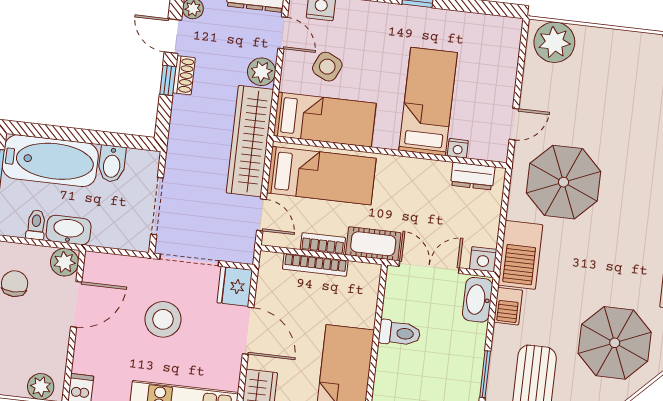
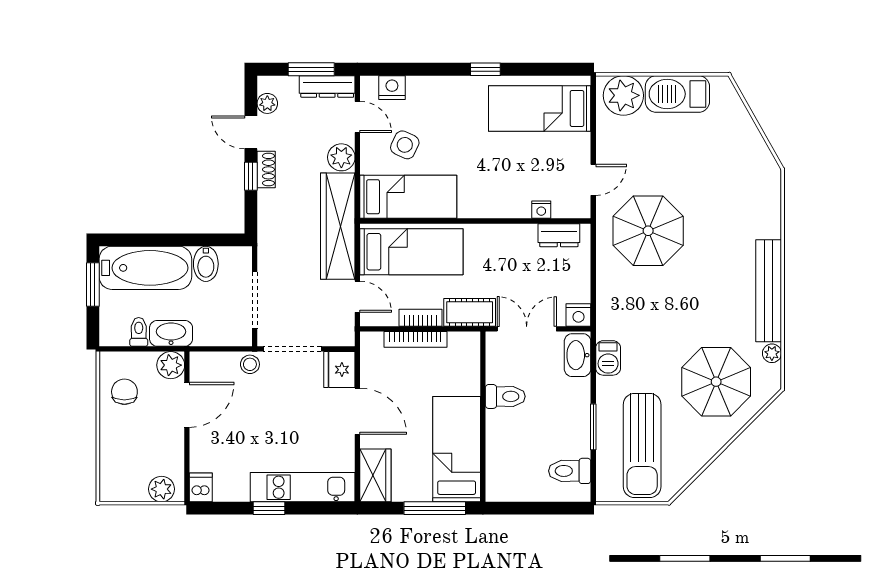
bed: (428, 101) -> (540, 108), moved, turned -90
barbecue: (520, 255) -> (677, 94), moved, turned 90
stool: (163, 319) -> (250, 364), moved, width x0.53, depth x0.53

